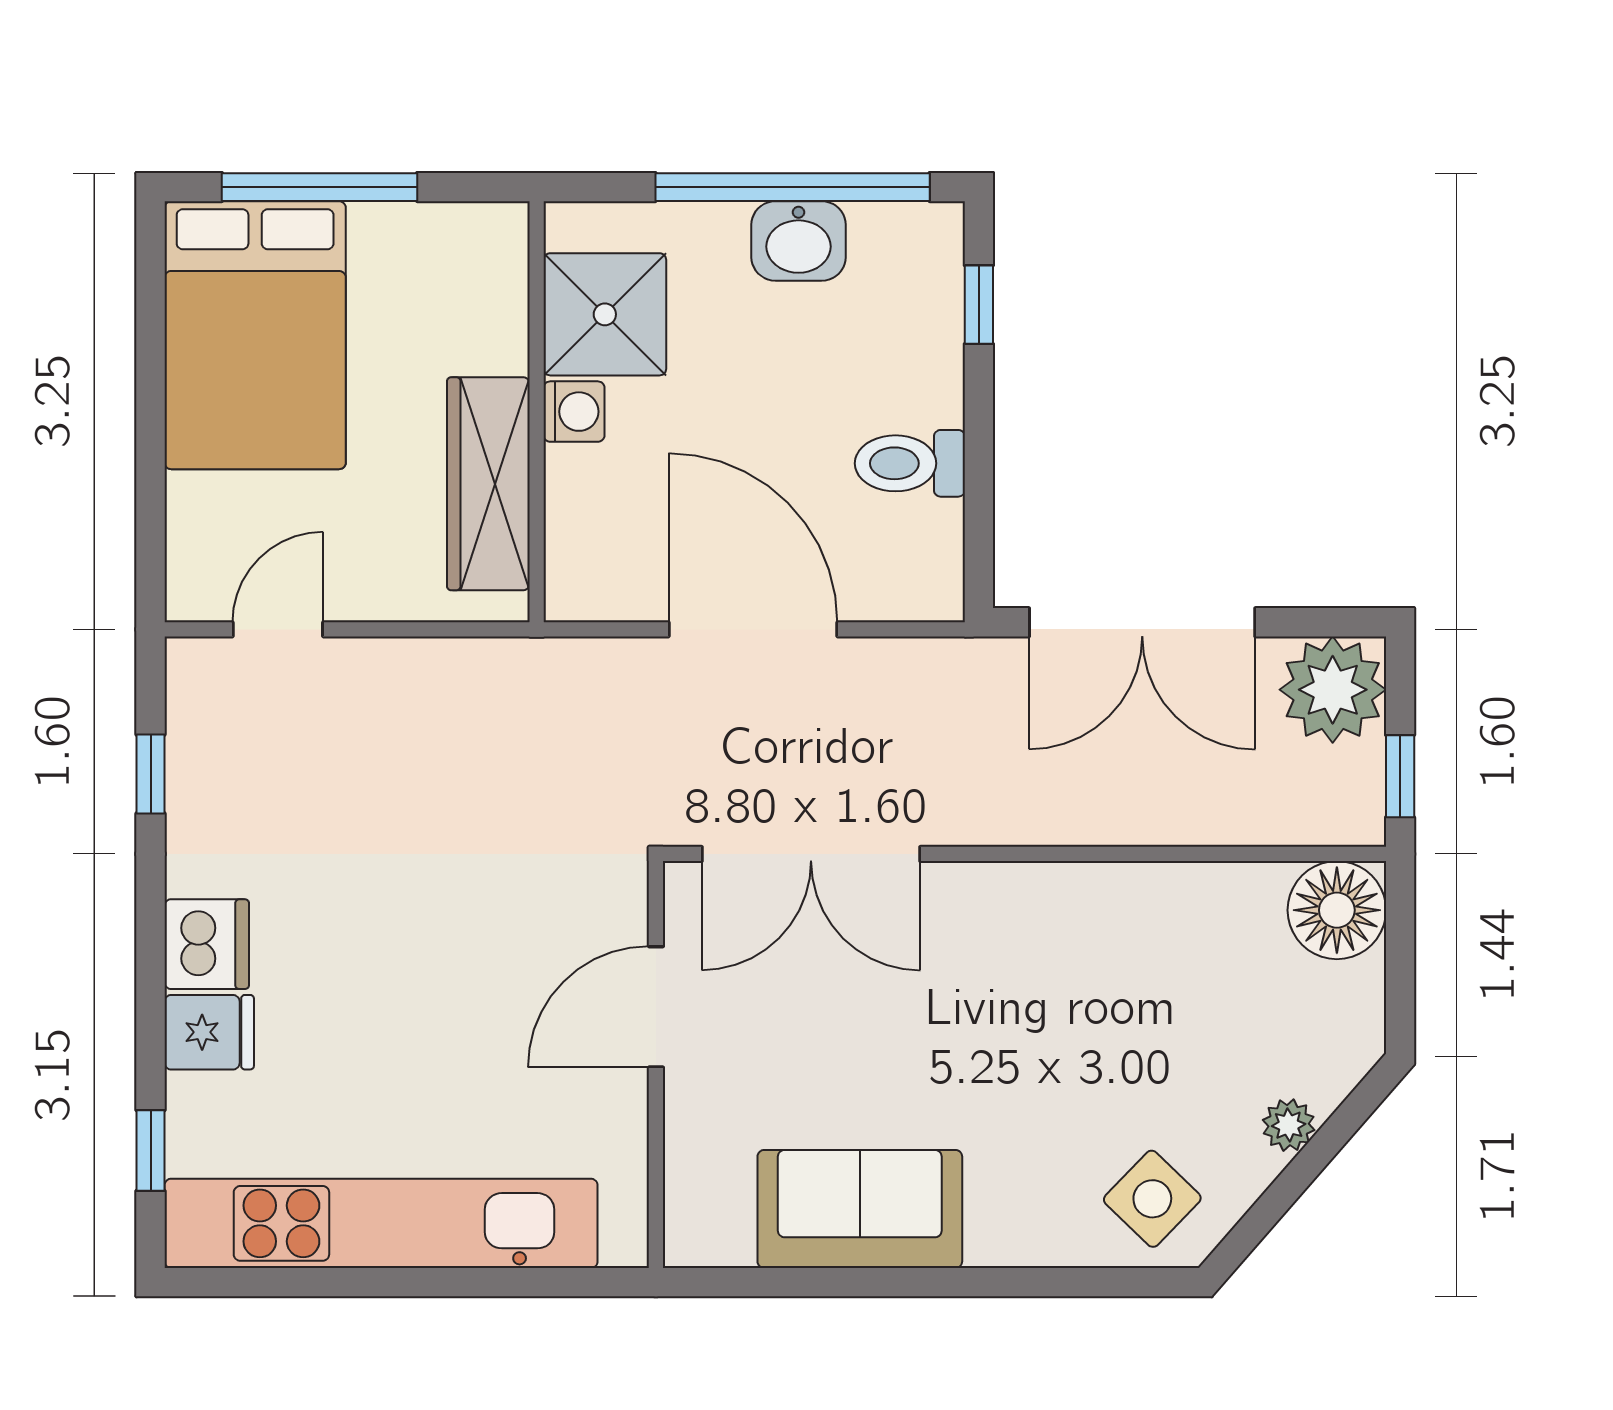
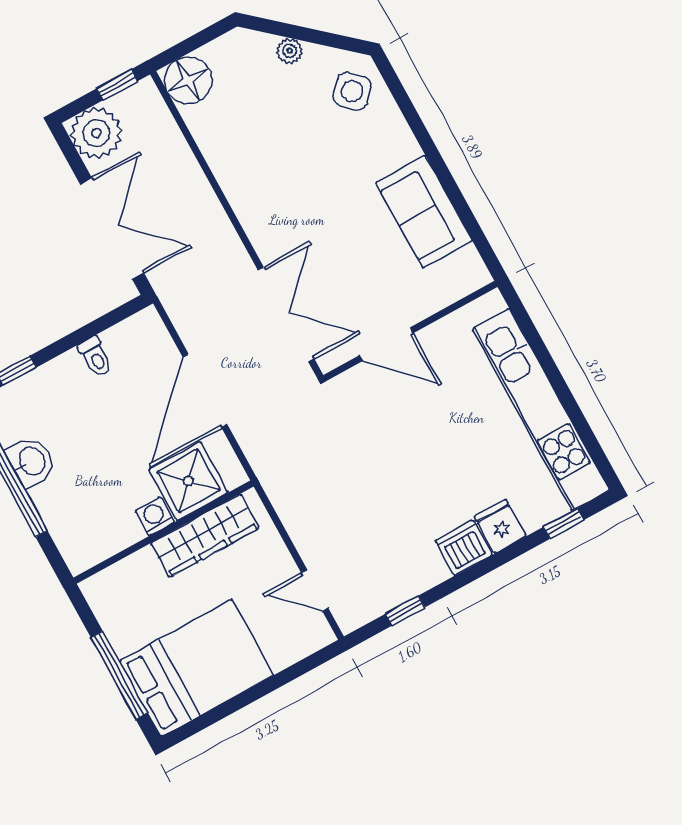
shower: (605, 314) -> (189, 481), moved
toilet: (910, 463) -> (95, 357), width x0.73, depth x0.72

